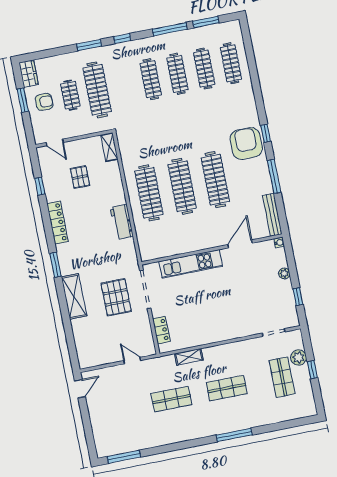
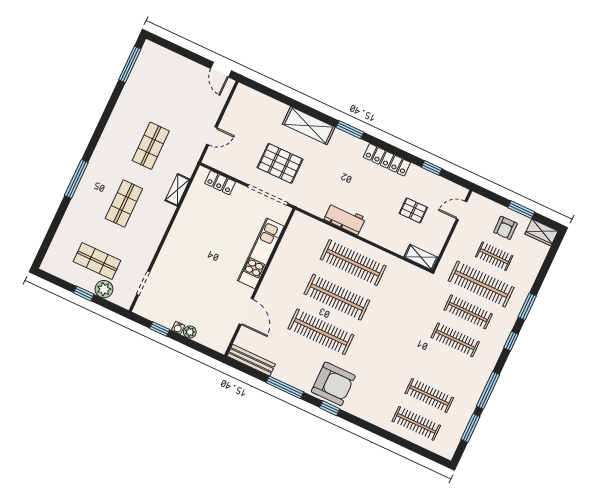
clothes rail: (177, 74) -> (468, 312), moved
water cooler: (279, 243) -> (178, 328), moved

